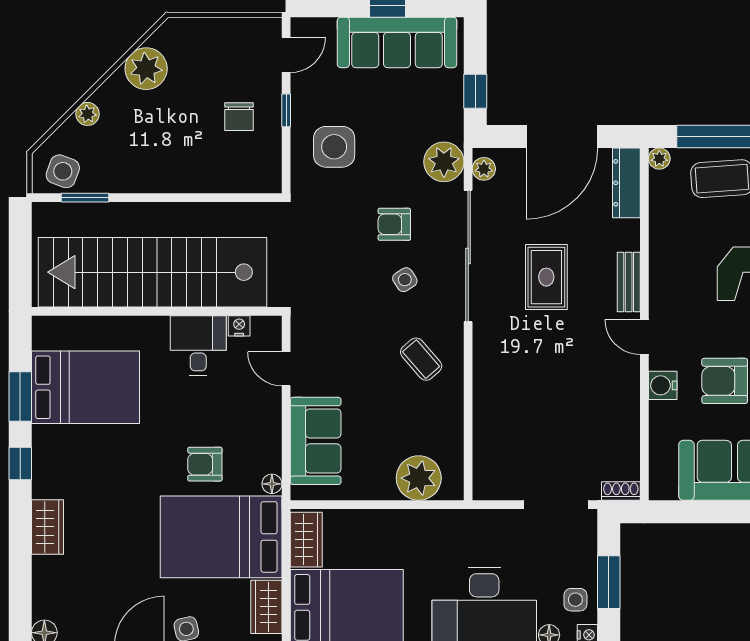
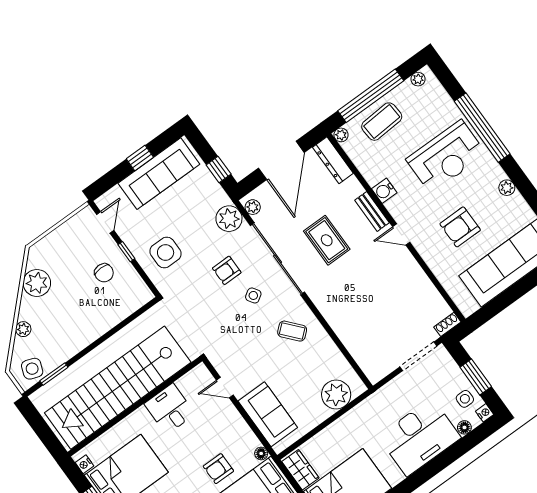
nightstand: (239, 326) -> (84, 464), moved, turned -90
water cooler: (663, 385) -> (384, 191), moved

